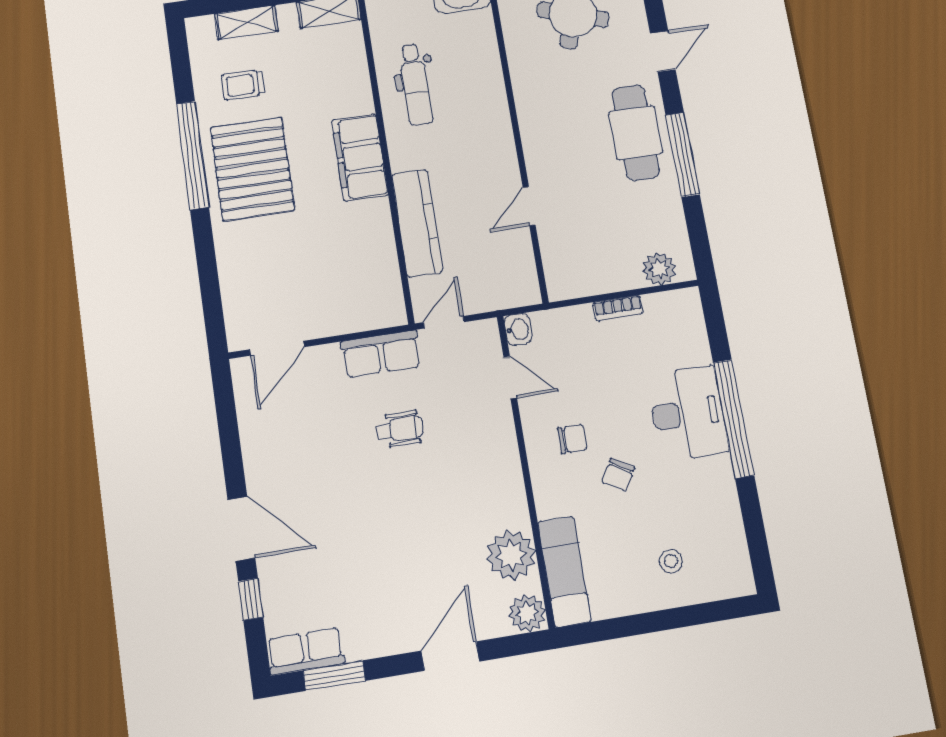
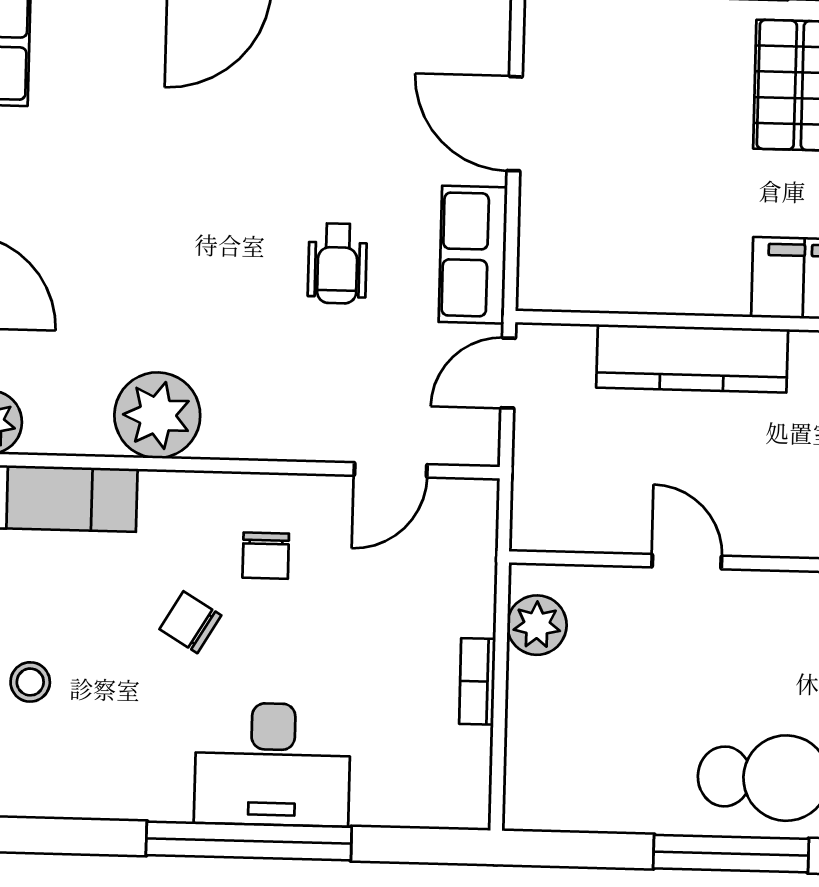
plant: (659, 269) -> (537, 625), moved
door: (444, 322) -> (508, 373), swing flipped
washbasin: (518, 329) -> (472, 500), removed
door: (277, 348) -> (515, 124), moved
plant: (511, 555) -> (157, 415), moved

